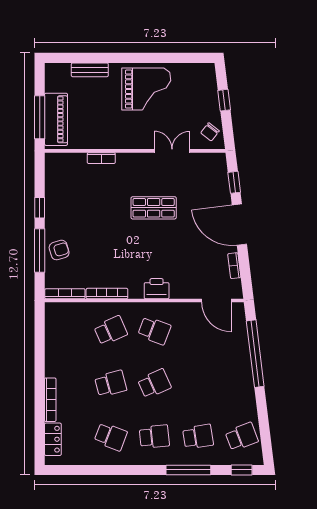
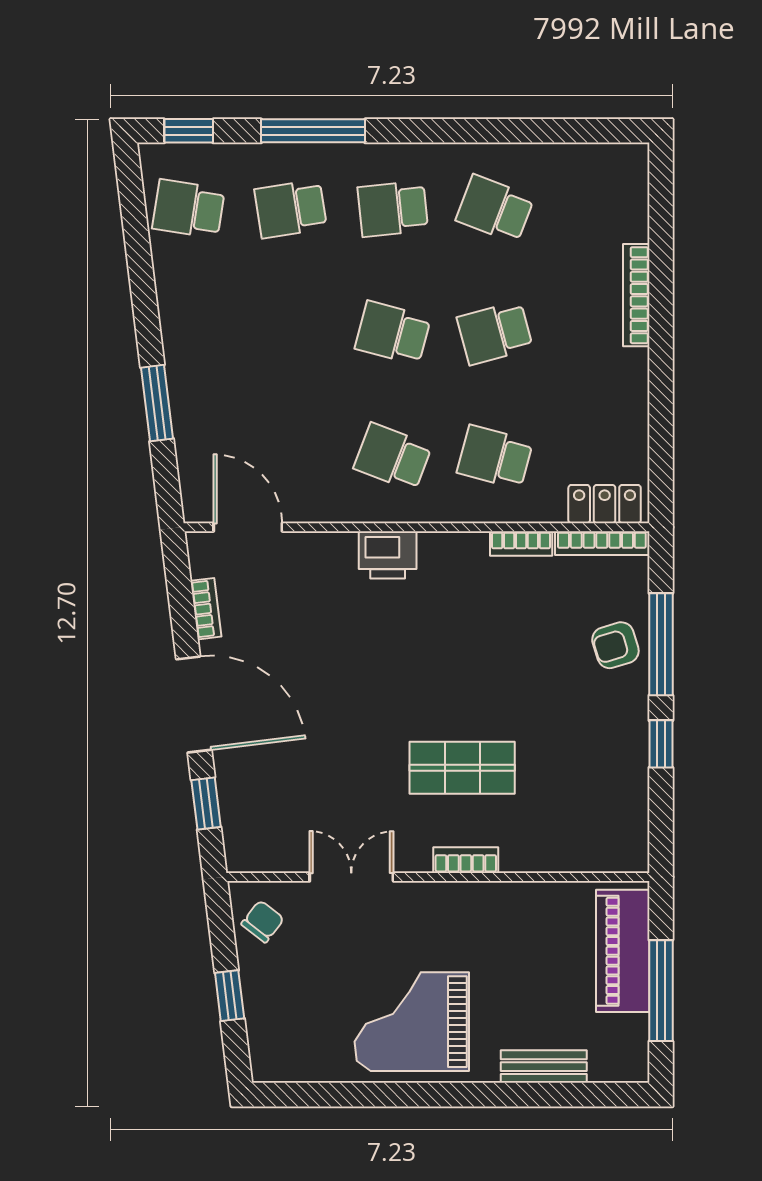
window: (40, 117) -> (661, 991), moved
double door: (172, 151) -> (351, 877), swing flipped
bookcase: (101, 158) -> (466, 860), moved
shop shelf: (154, 208) -> (462, 768), moved
bookcase: (107, 294) -> (521, 544), width x0.64
school desk: (111, 331) -> (495, 457), turned 39
window: (255, 354) -> (157, 403), width x0.47
school desk: (154, 384) -> (393, 333), turned 39
school desk: (242, 437) -> (189, 209), turned 30
locker: (53, 439) -> (605, 504), moved, turned 90

